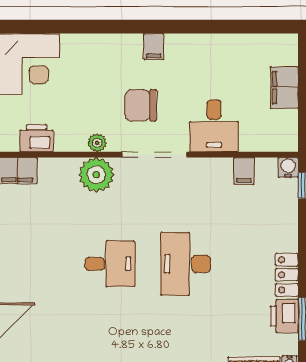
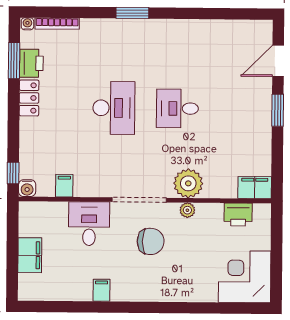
filing cabinet: (154, 47) -> (101, 290), moved

